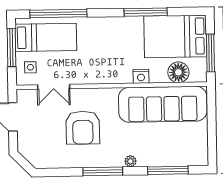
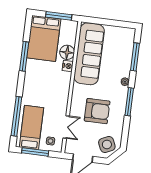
floor lamp: (178, 72) -> (67, 52), moved
side table: (37, 148) -> (107, 145), added

